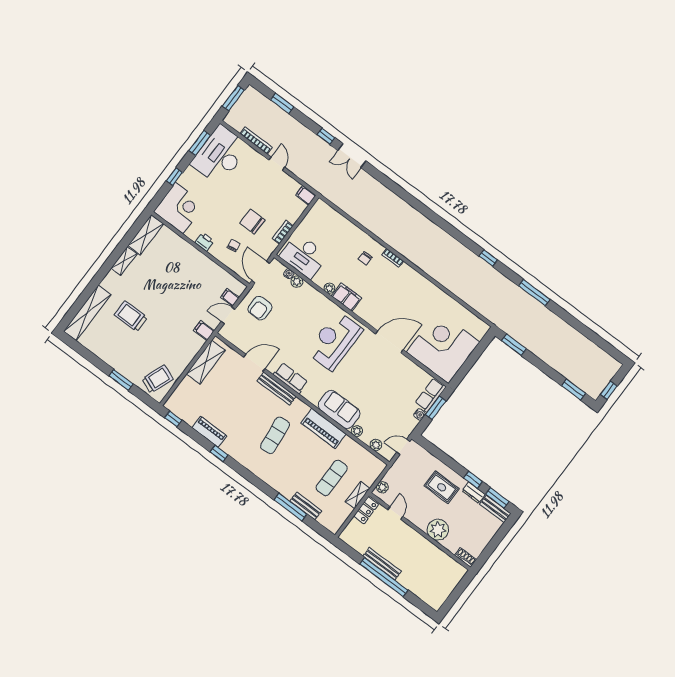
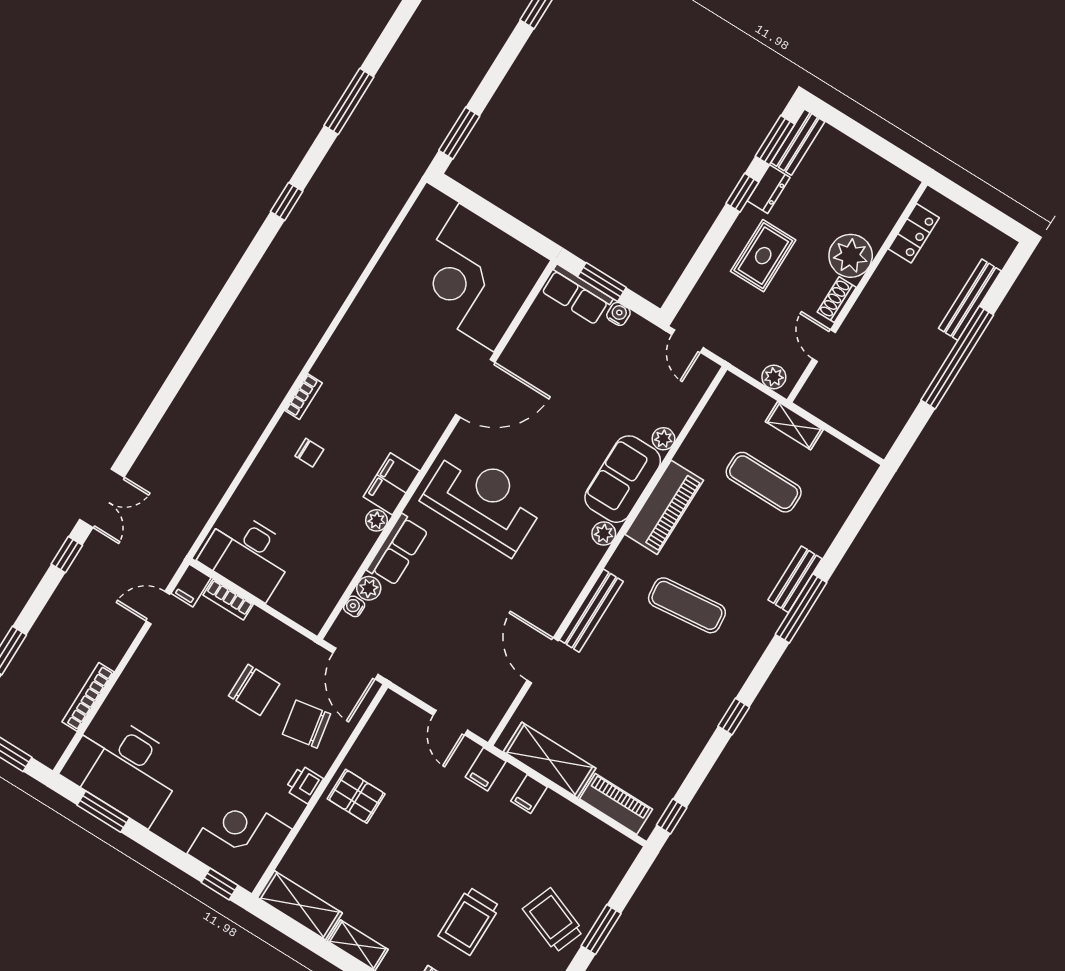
door: (277, 164) -> (158, 608), moved
window: (174, 177) -> (220, 884), moved
chair: (252, 222) -> (254, 690), turned -90
bookcase: (283, 232) -> (228, 600), moved
chair: (234, 246) -> (307, 724), width x1.87, depth x1.87
desk: (304, 256) -> (248, 555), moved, turned 90
pallet: (196, 267) -> (356, 796), added
door: (261, 272) -> (355, 664), hinge flipped
filing cabinet: (230, 297) -> (529, 794), moved
armchair: (260, 308) -> (430, 659), removed
reception desk: (335, 341) -> (483, 501), turned 180
door: (389, 342) -> (475, 388), swing flipped
row of seats: (290, 378) -> (398, 550), moved, turned 180
trolley: (157, 379) -> (553, 920), moved
piano: (209, 432) -> (616, 804), moved, turned 90
plant: (376, 445) -> (604, 534), moved
bench: (306, 506) -> (795, 579), moved
window: (290, 507) -> (801, 608), moved
locker: (366, 510) -> (914, 233), moved, turned 90
door: (395, 513) -> (824, 346), hinge flipped
shoe rack: (466, 557) -> (837, 300), moved
bench: (382, 564) -> (970, 300), moved

